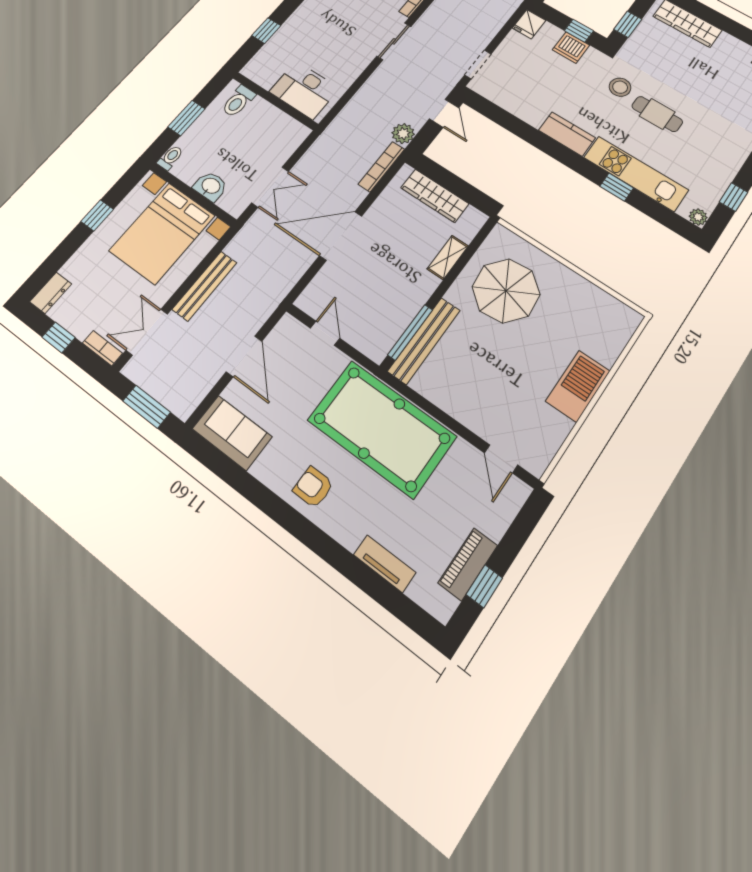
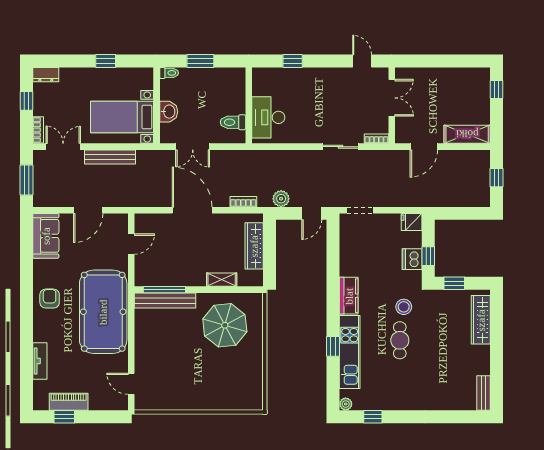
toilet: (238, 101) -> (233, 122), moved
bookcase: (381, 167) -> (243, 202), width x0.64
bed with nightstands: (162, 233) -> (122, 117), width x0.73
barbecue: (578, 386) -> (198, 399), removed
door: (501, 459) -> (131, 384), hinge flipped

